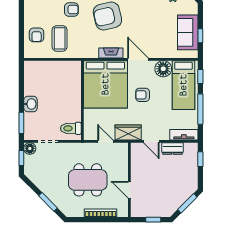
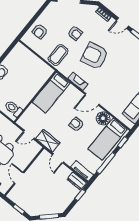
coffee table: (60, 38) -> (58, 55), moved
door: (138, 59) -> (92, 99), swing flipped
bed: (105, 84) -> (51, 93), width x0.49
door: (105, 141) -> (29, 135), swing flipped
dresser: (172, 149) -> (77, 181), moved

